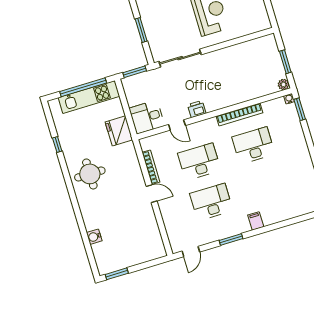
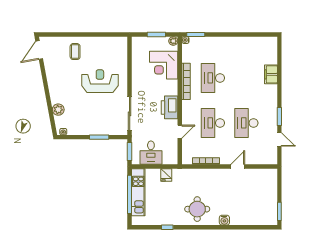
corner desk: (251, 82) -> (164, 65), added
printer: (197, 109) -> (170, 107), width x1.87, depth x1.48
desk: (147, 117) -> (151, 153), moved
fridge: (119, 131) -> (166, 175), width x0.53, depth x0.75
door: (152, 194) -> (238, 166), moved
filing cabinet: (256, 221) -> (271, 74), moved, width x2.00
water cooler: (94, 237) -> (224, 220), moved
door: (191, 252) -> (279, 139), moved

